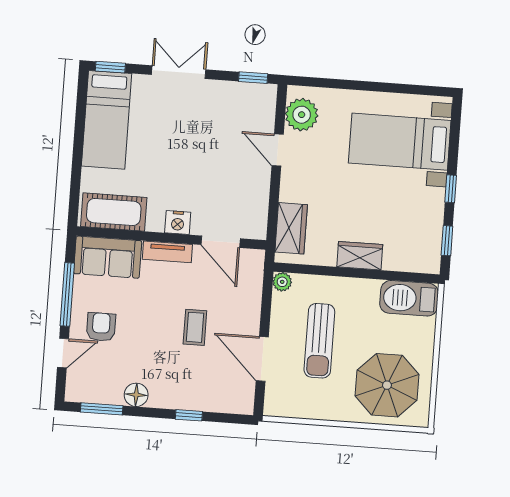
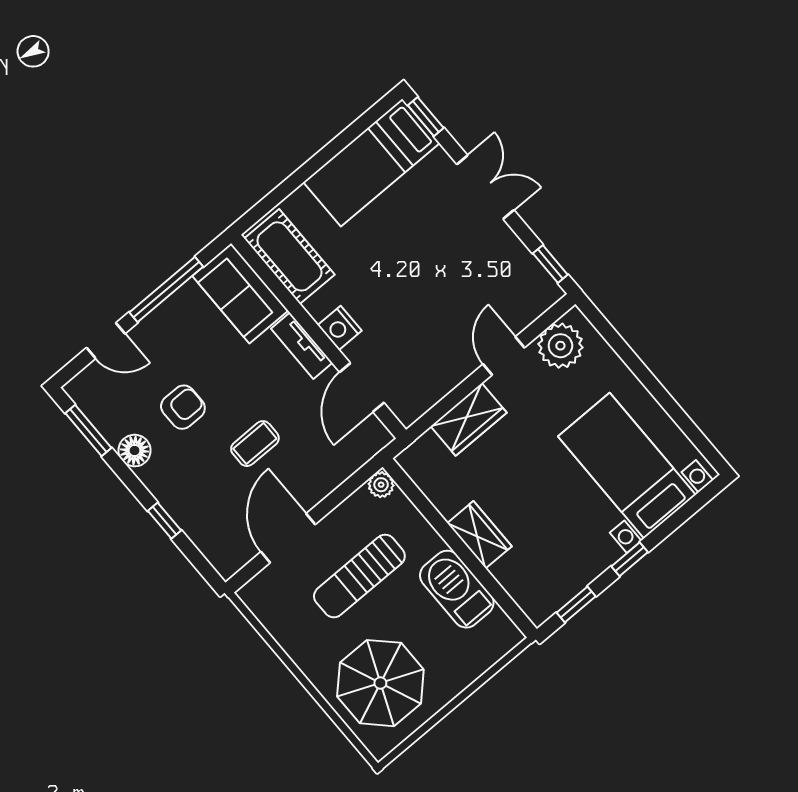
wardrobe: (291, 228) -> (469, 419), moved
barbecue: (409, 298) -> (457, 589), moved
armchair: (101, 327) -> (183, 407), moved

